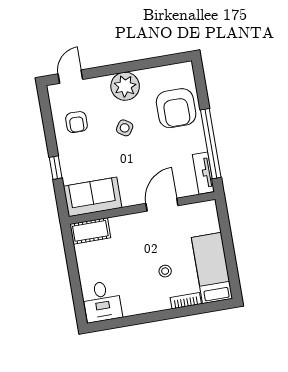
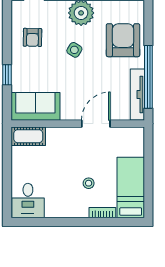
armchair: (176, 108) -> (123, 40), turned 180
tv unit: (203, 173) -> (137, 95), width x1.41

